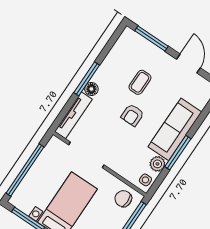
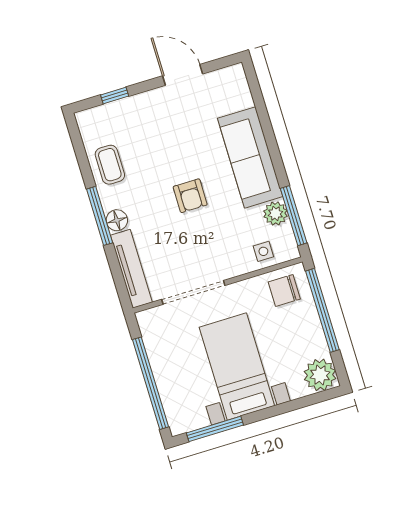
window: (152, 39) -> (115, 96), width x0.46
coffee table: (140, 82) -> (110, 165), moved
window: (178, 153) -> (294, 216), moved
side table: (145, 180) -> (263, 251), moved

